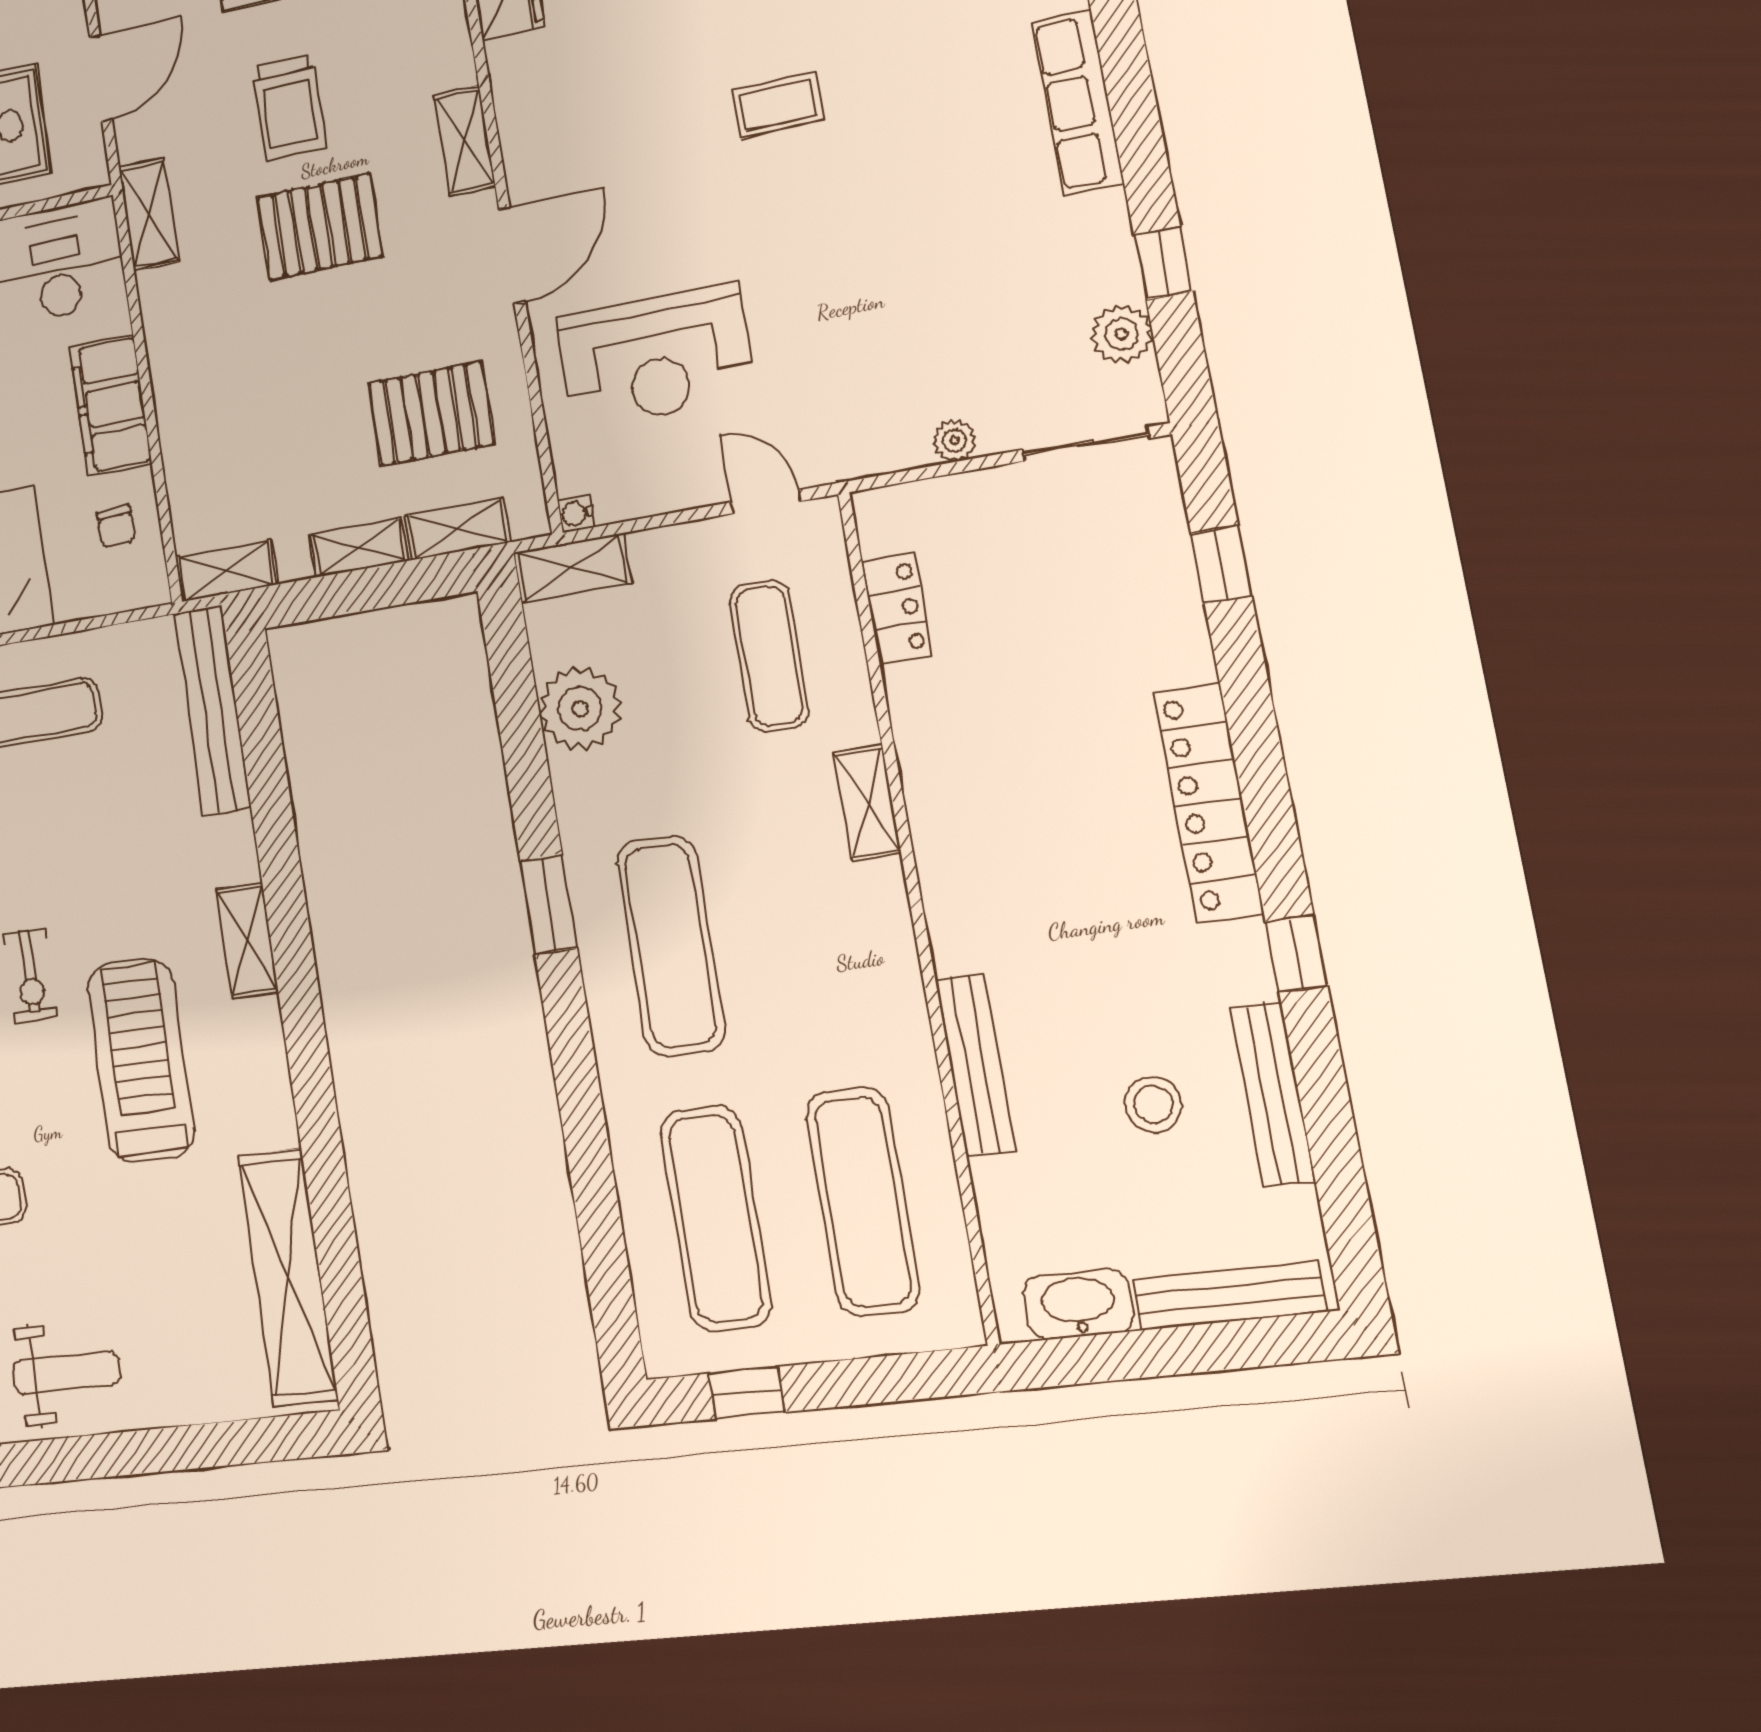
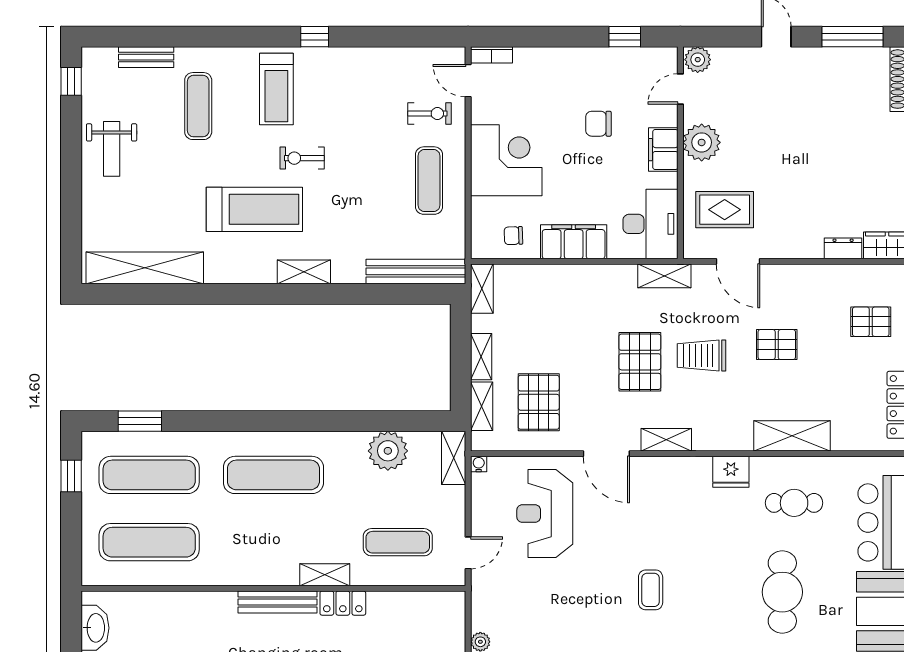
locker: (897, 608) -> (343, 603), moved
window: (549, 904) -> (140, 421), moved
bench: (975, 1065) -> (277, 602), moved

